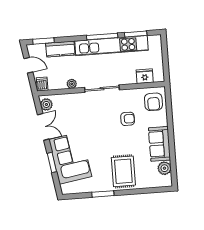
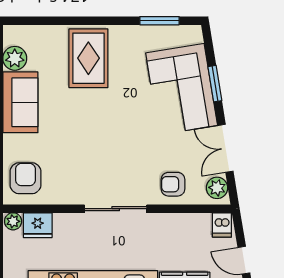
plant: (72, 84) -> (13, 221), moved
armchair: (128, 119) -> (173, 184), moved
window: (103, 194) -> (160, 21), moved

